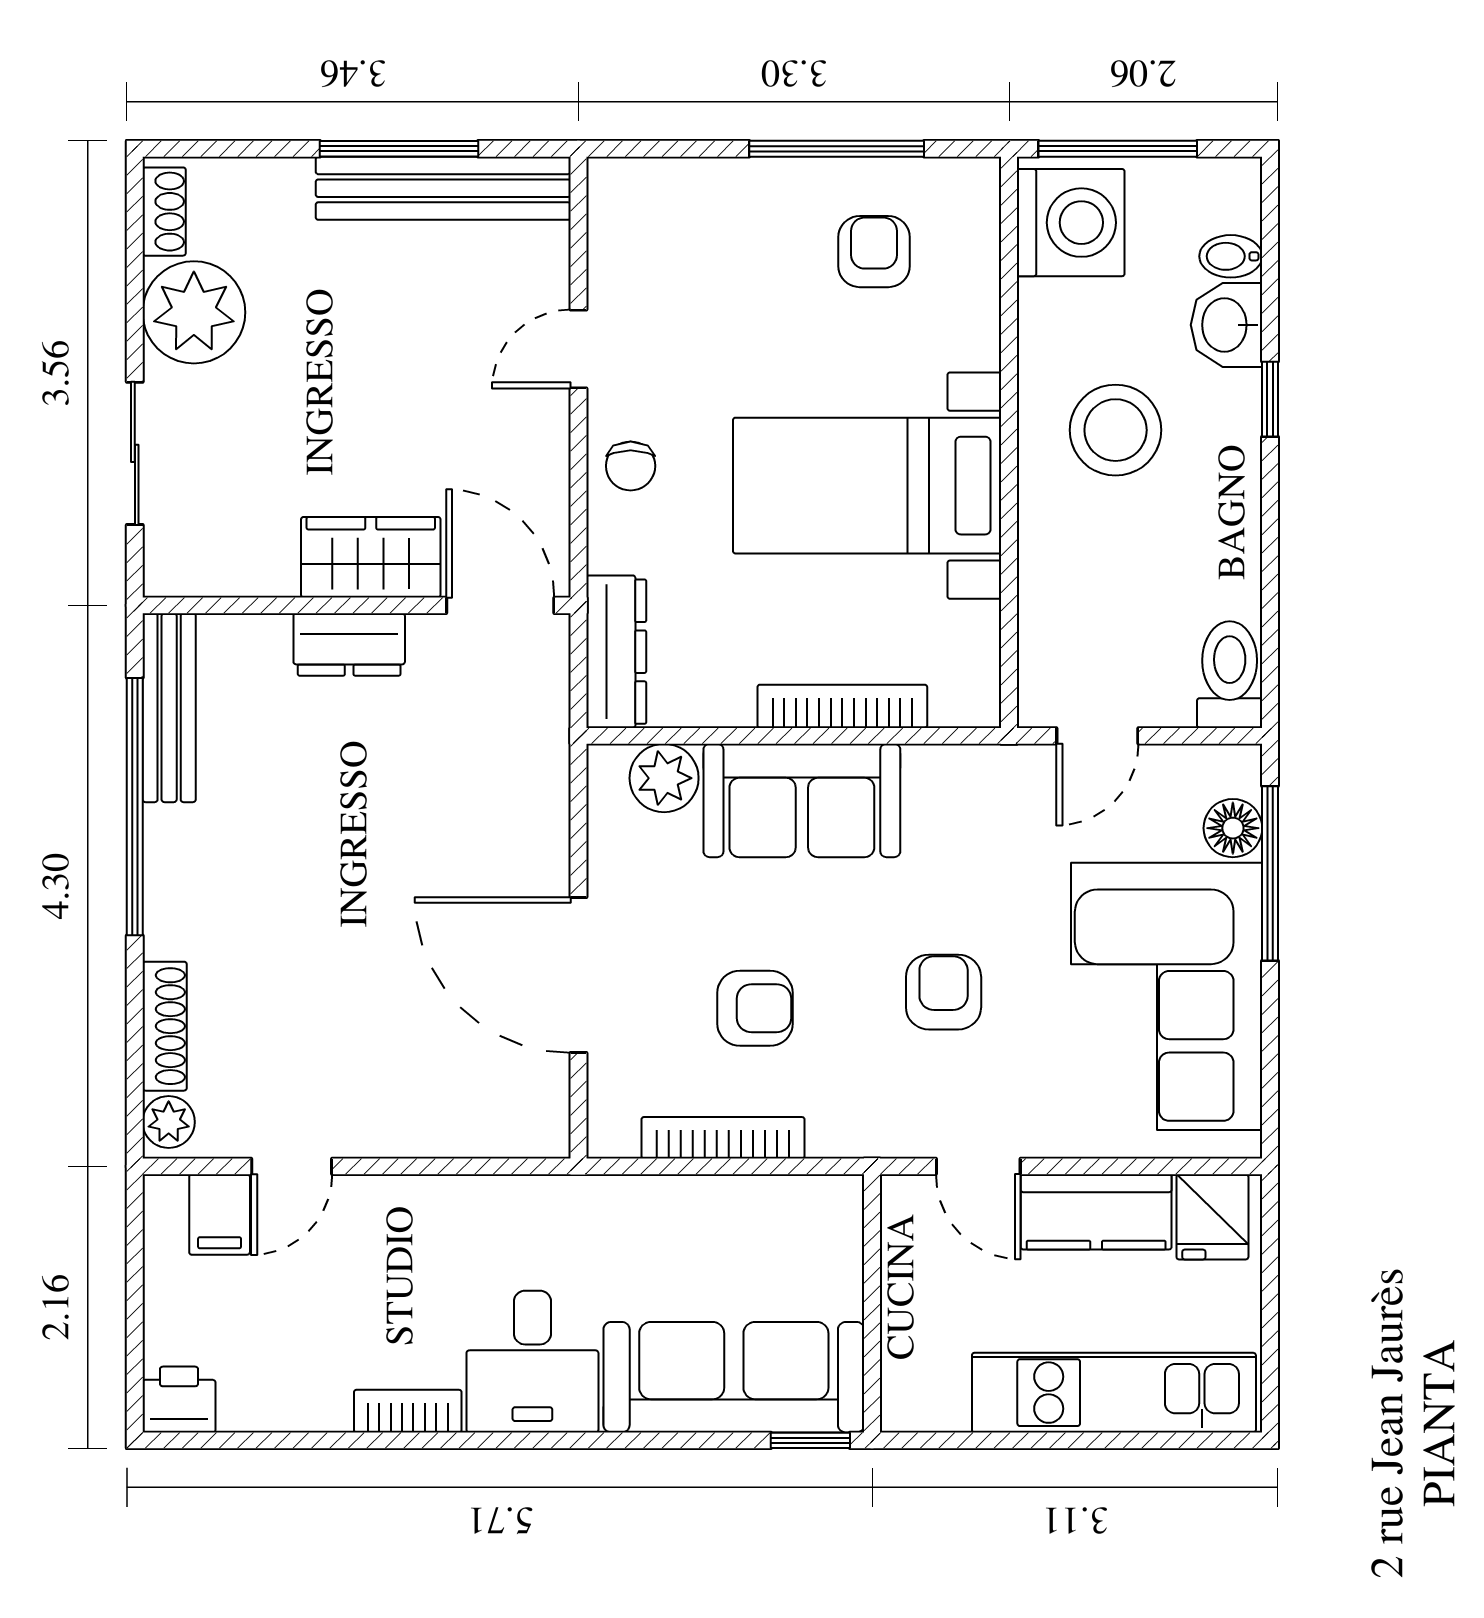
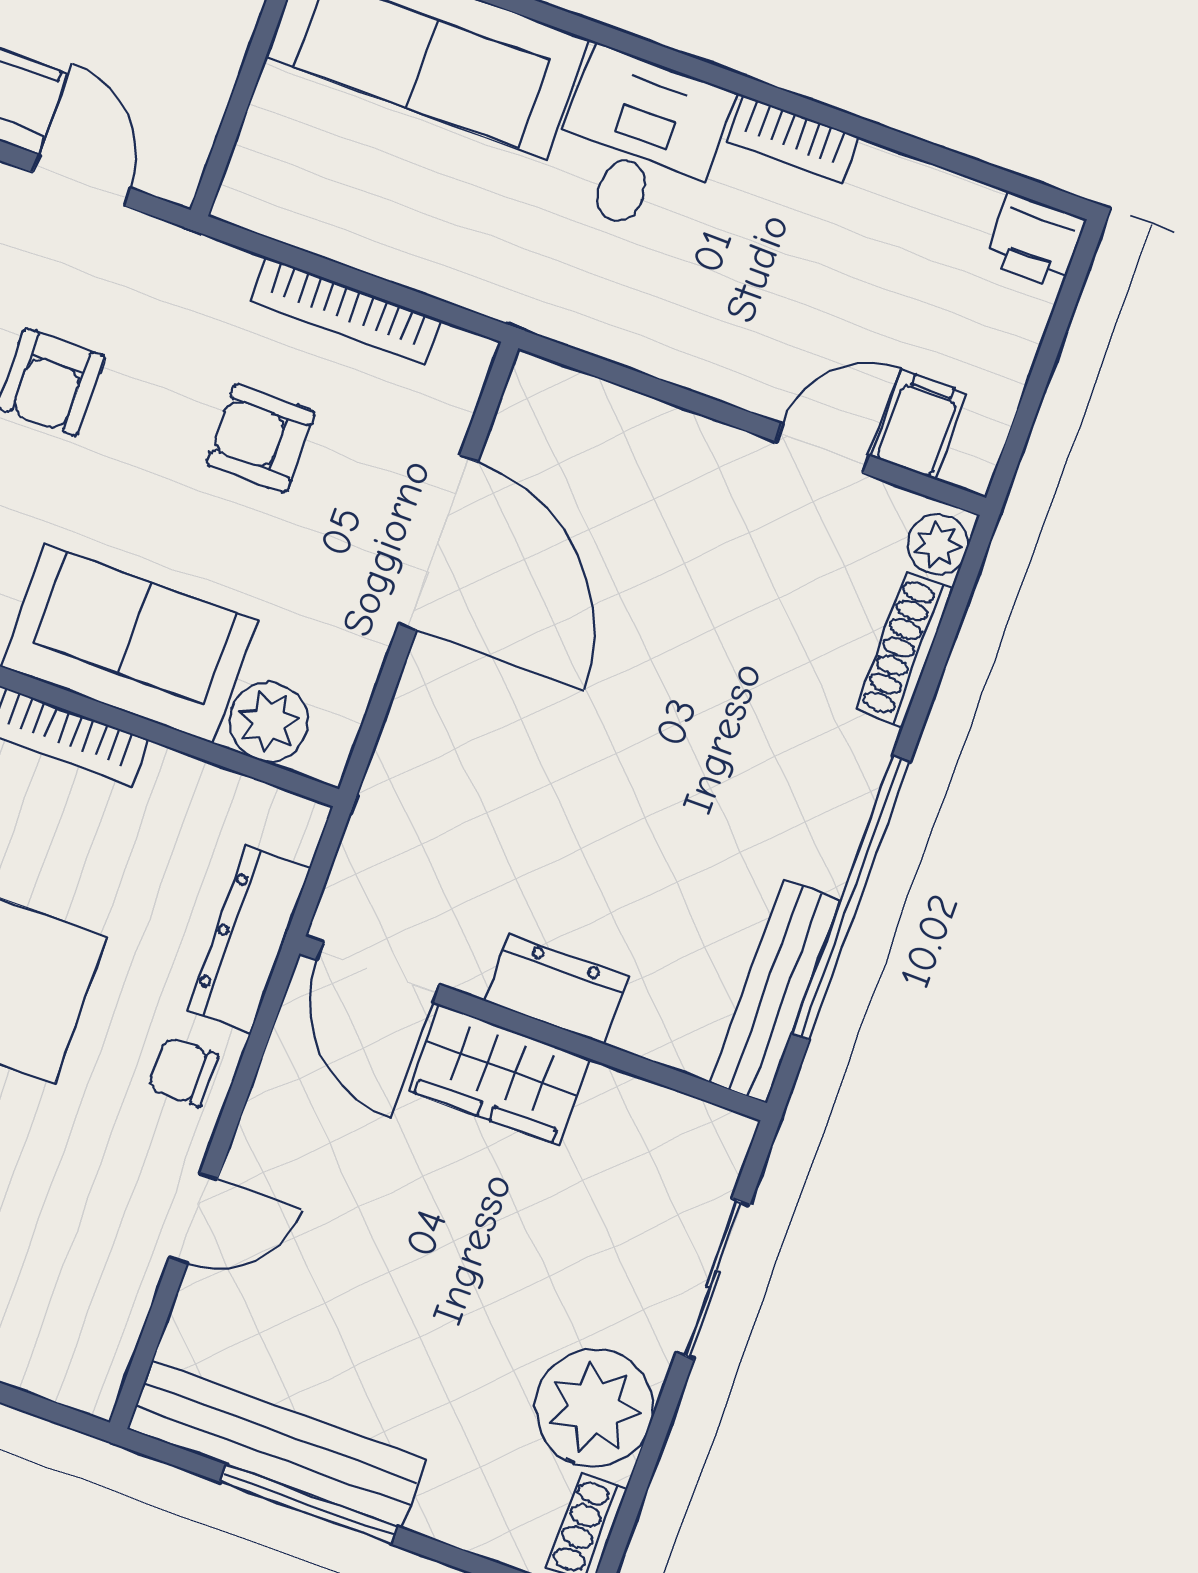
chair: (631, 466) -> (183, 1072), turned -90
dresser: (616, 652) -> (249, 939), moved

